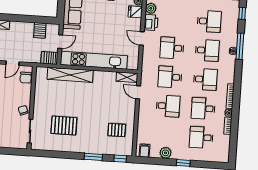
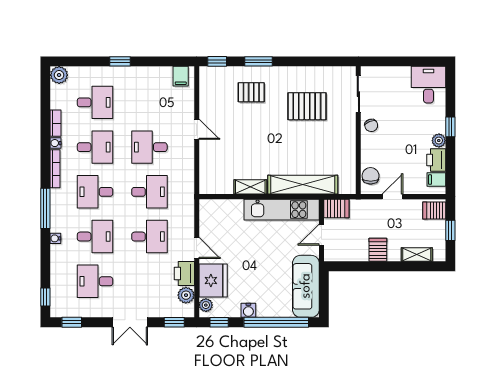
fridge: (135, 12) -> (213, 280), width x1.88, depth x1.34
server rack: (40, 30) -> (378, 250), moved
window: (240, 46) -> (45, 208), moved
desk: (207, 50) -> (95, 237), turned 180
kitchen unit: (94, 60) -> (282, 210), width x0.73
shelving: (127, 77) -> (250, 187), moved
door: (138, 92) -> (197, 129), moved
pallet: (117, 130) -> (251, 92), moved
plant: (165, 153) -> (59, 75), moved

